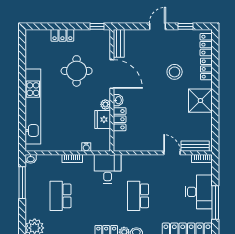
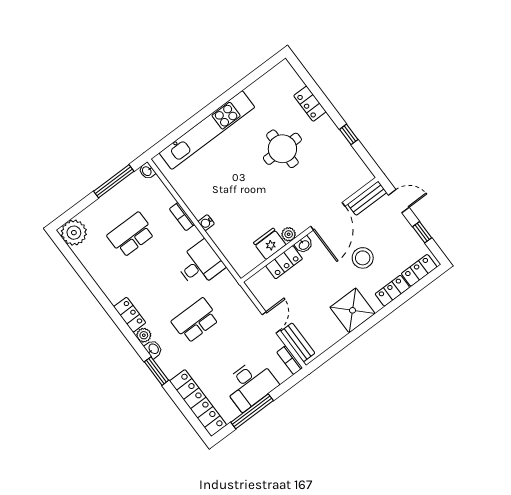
bench: (119, 43) -> (367, 198), moved
door: (112, 74) -> (328, 216), moved
wall: (112, 90) -> (310, 230), moved
washbasin: (118, 100) -> (304, 245), moved
plant: (105, 104) -> (289, 234), moved
locker: (120, 119) -> (284, 262), moved
fridge: (103, 120) -> (270, 244), moved

